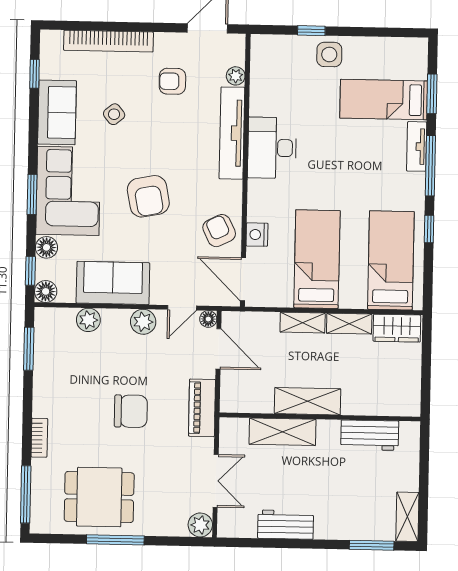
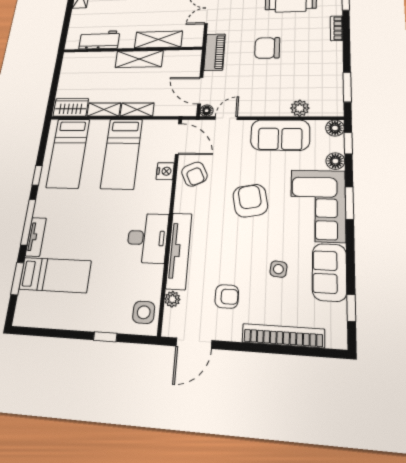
side table: (329, 54) -> (144, 312), moved
side table: (114, 114) -> (278, 269), turned 45
plant: (143, 322) -> (257, 108), removed

